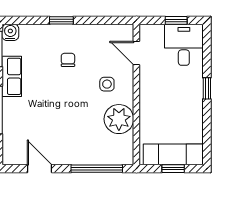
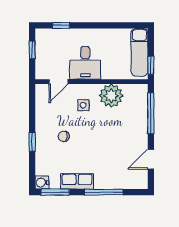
desk: (184, 45) -> (85, 63), moved, turned -90
window: (207, 88) -> (61, 25), moved
window: (173, 169) -> (151, 65), moved

